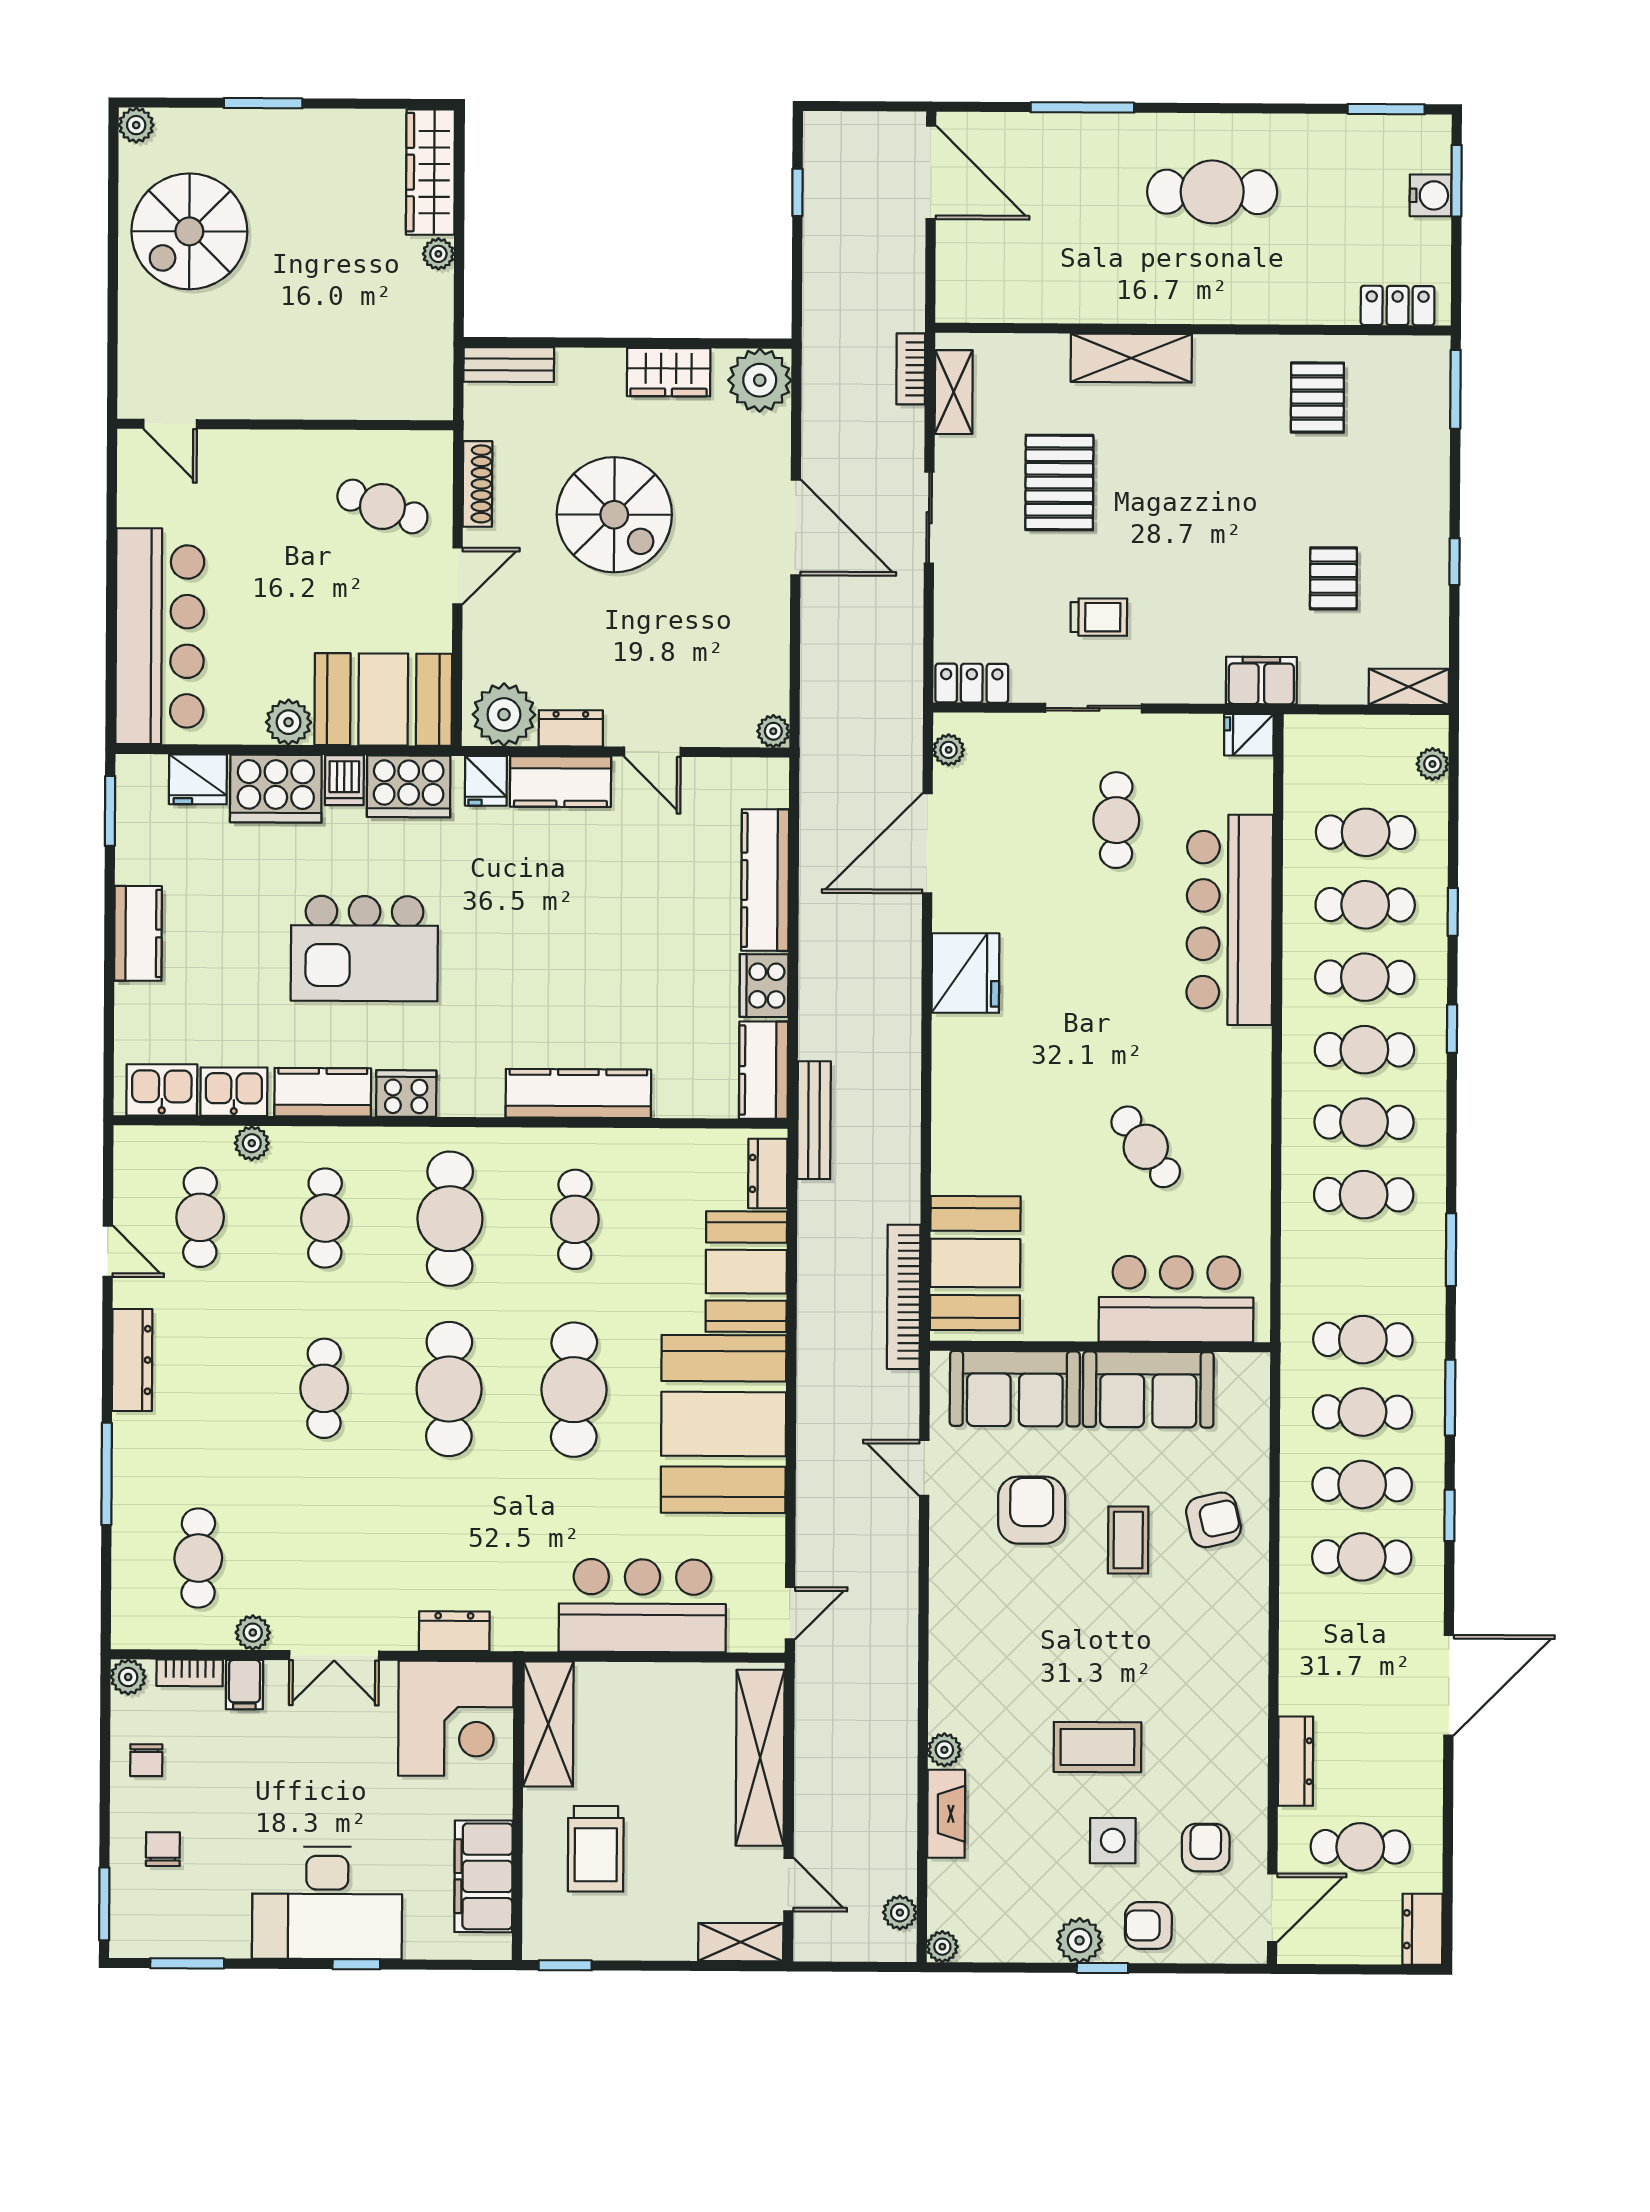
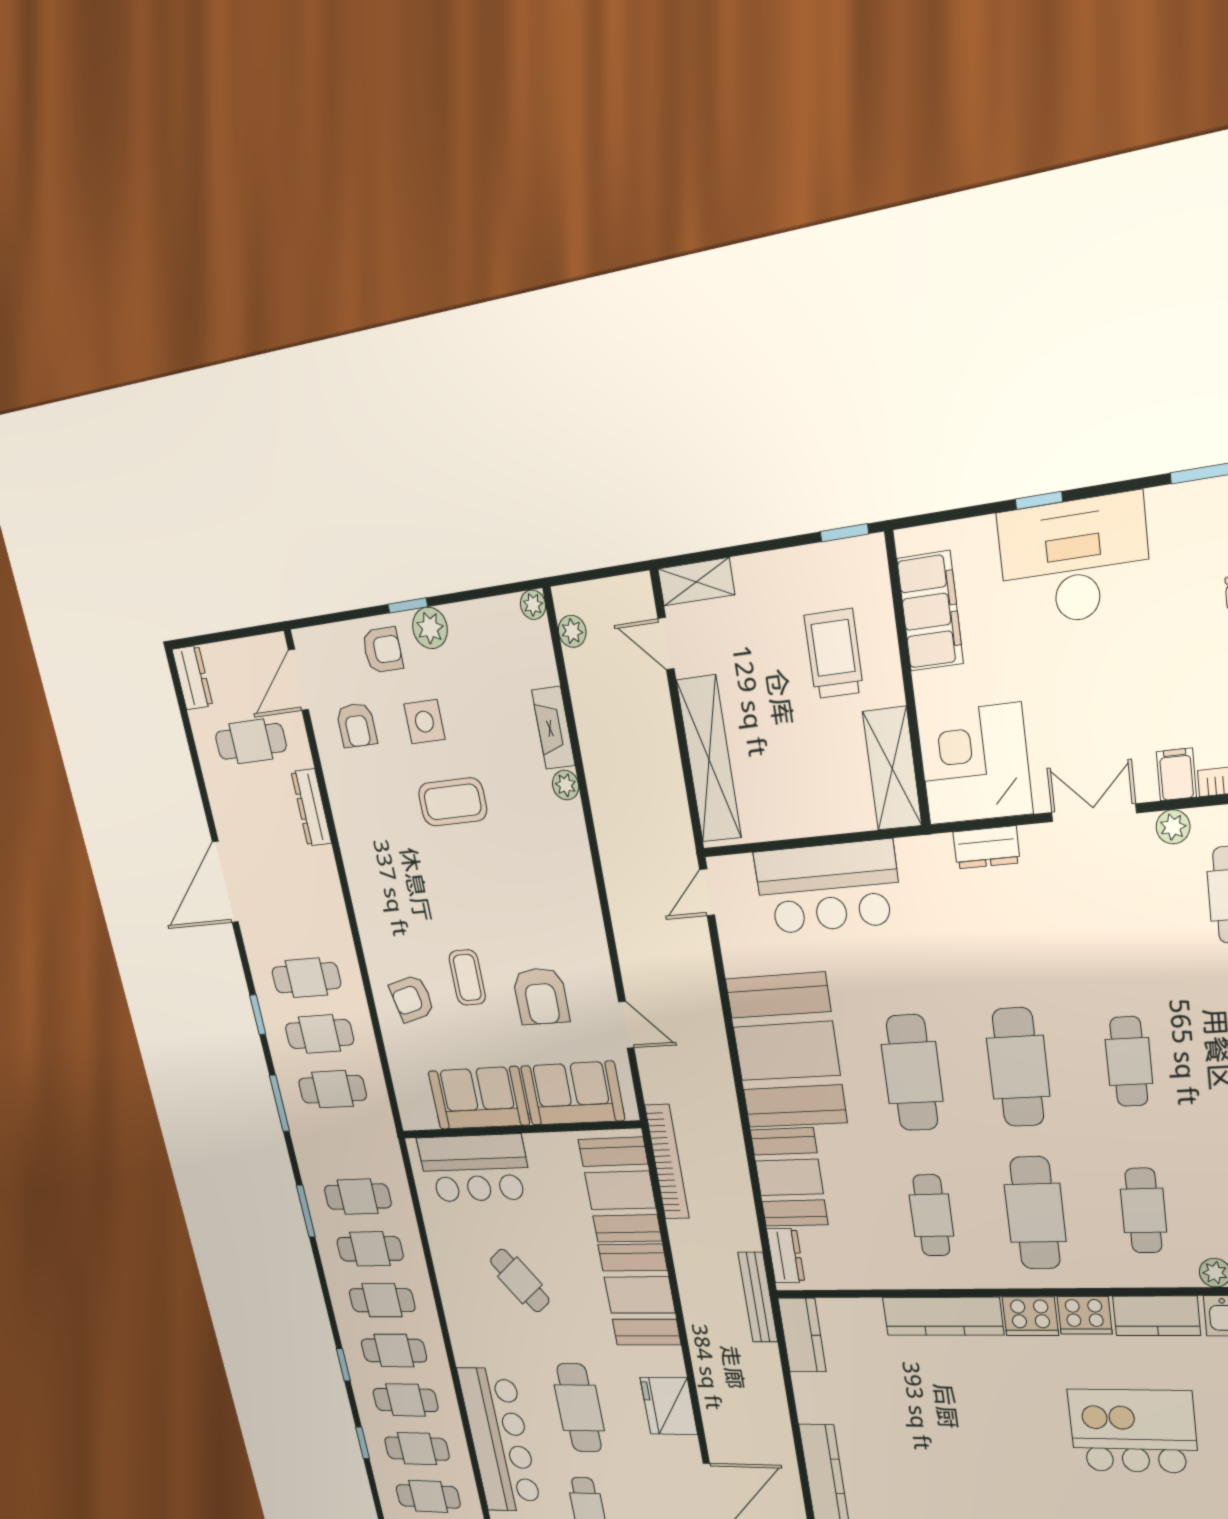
cafe table: (1097, 969) -> (579, 1408), added
cooker: (764, 986) -> (1030, 1316), moved, turned 90
booth: (976, 1125) -> (640, 1295), added
cafe table: (1363, 1340) -> (358, 1197), moved

